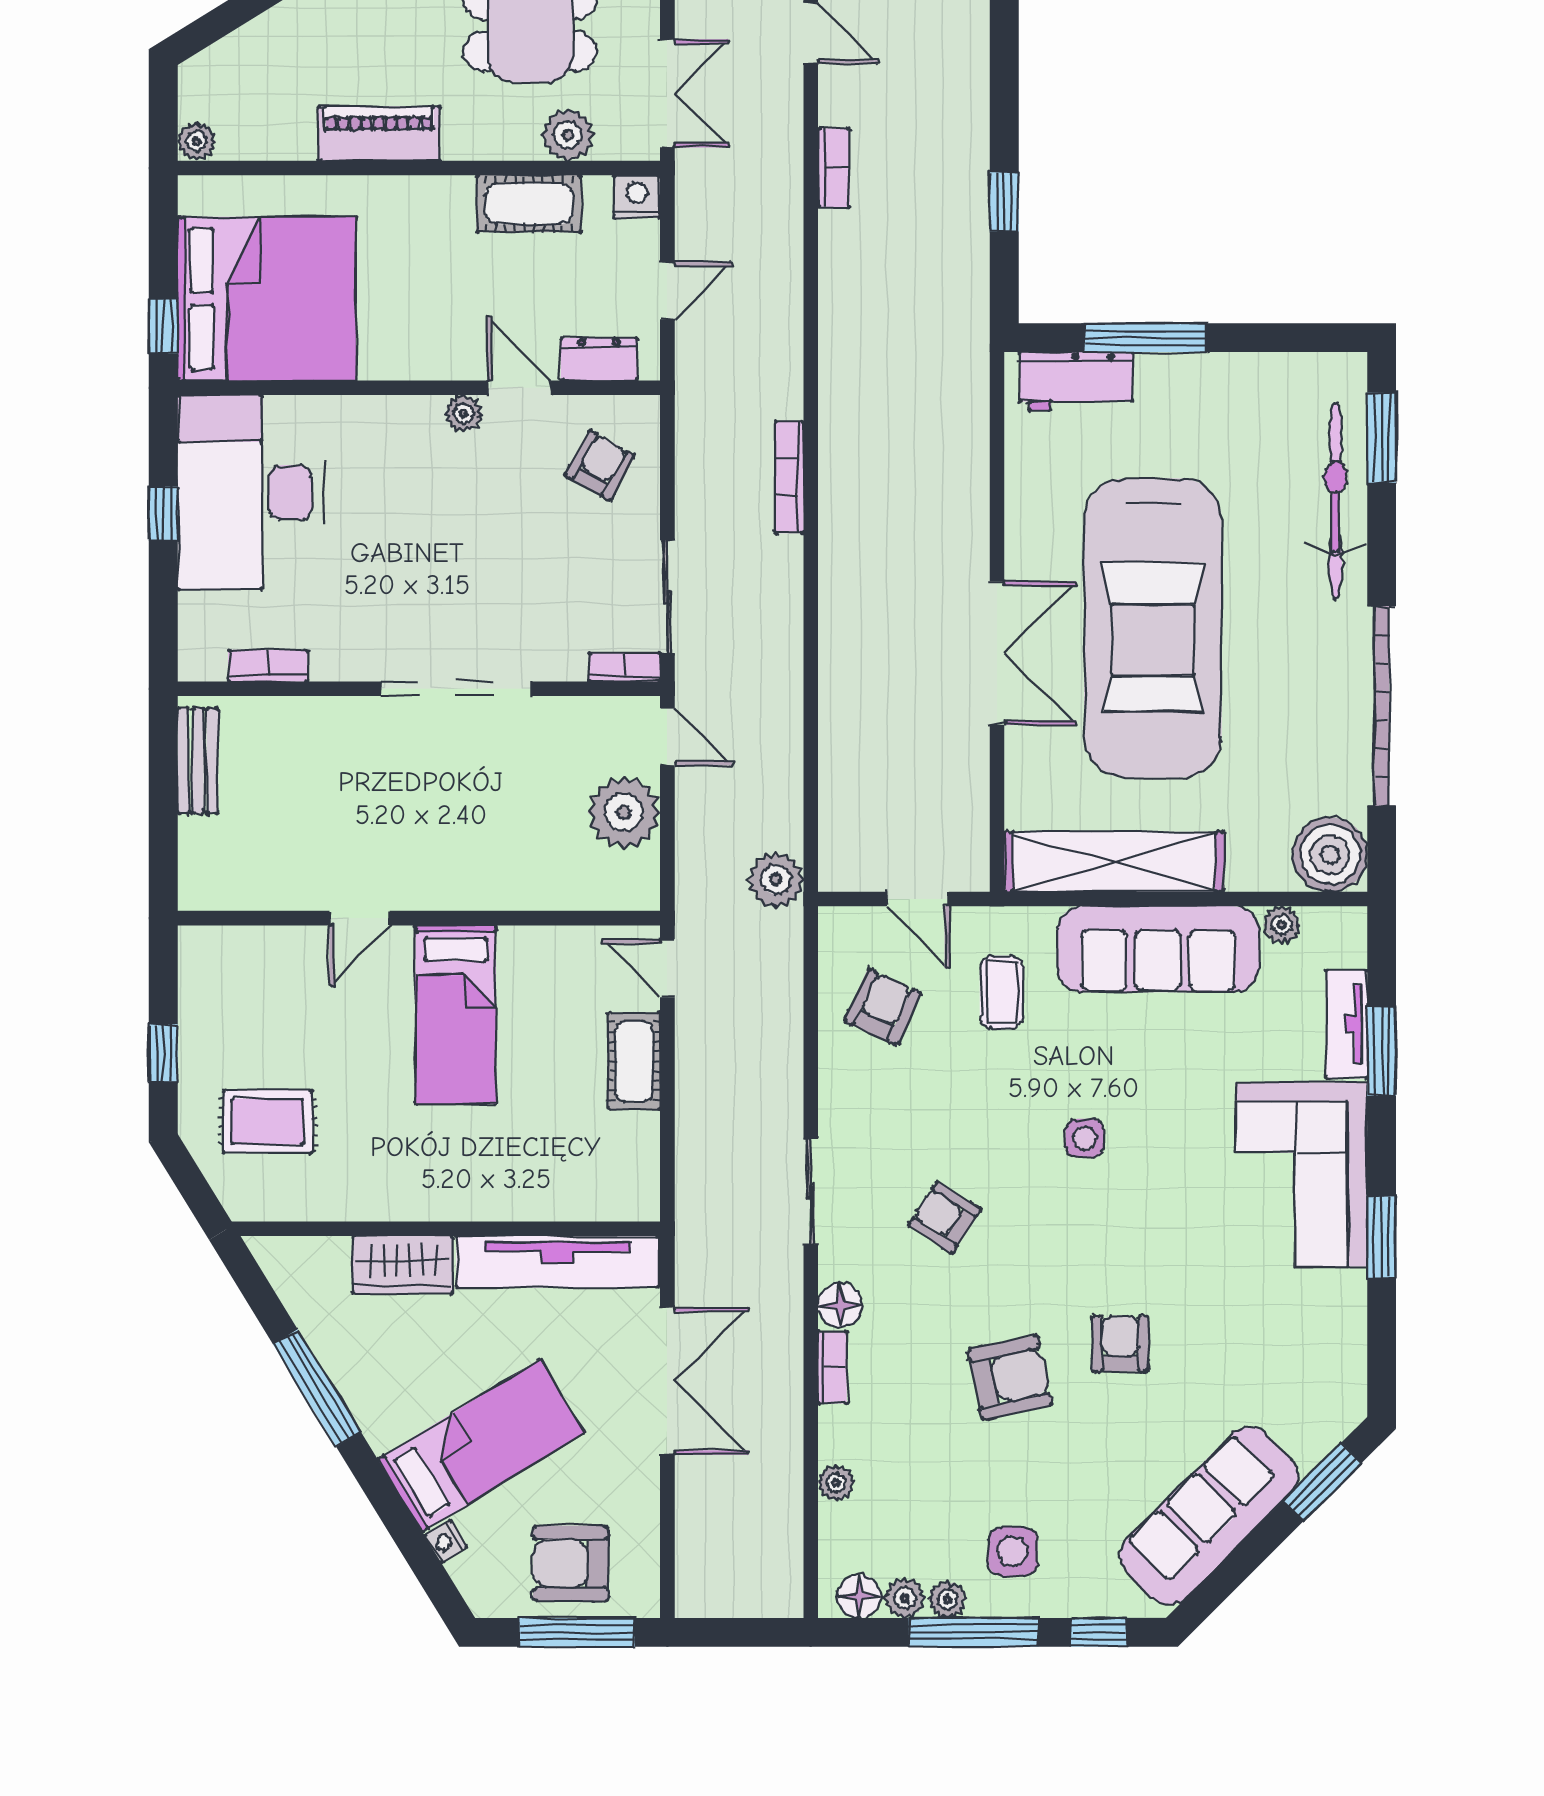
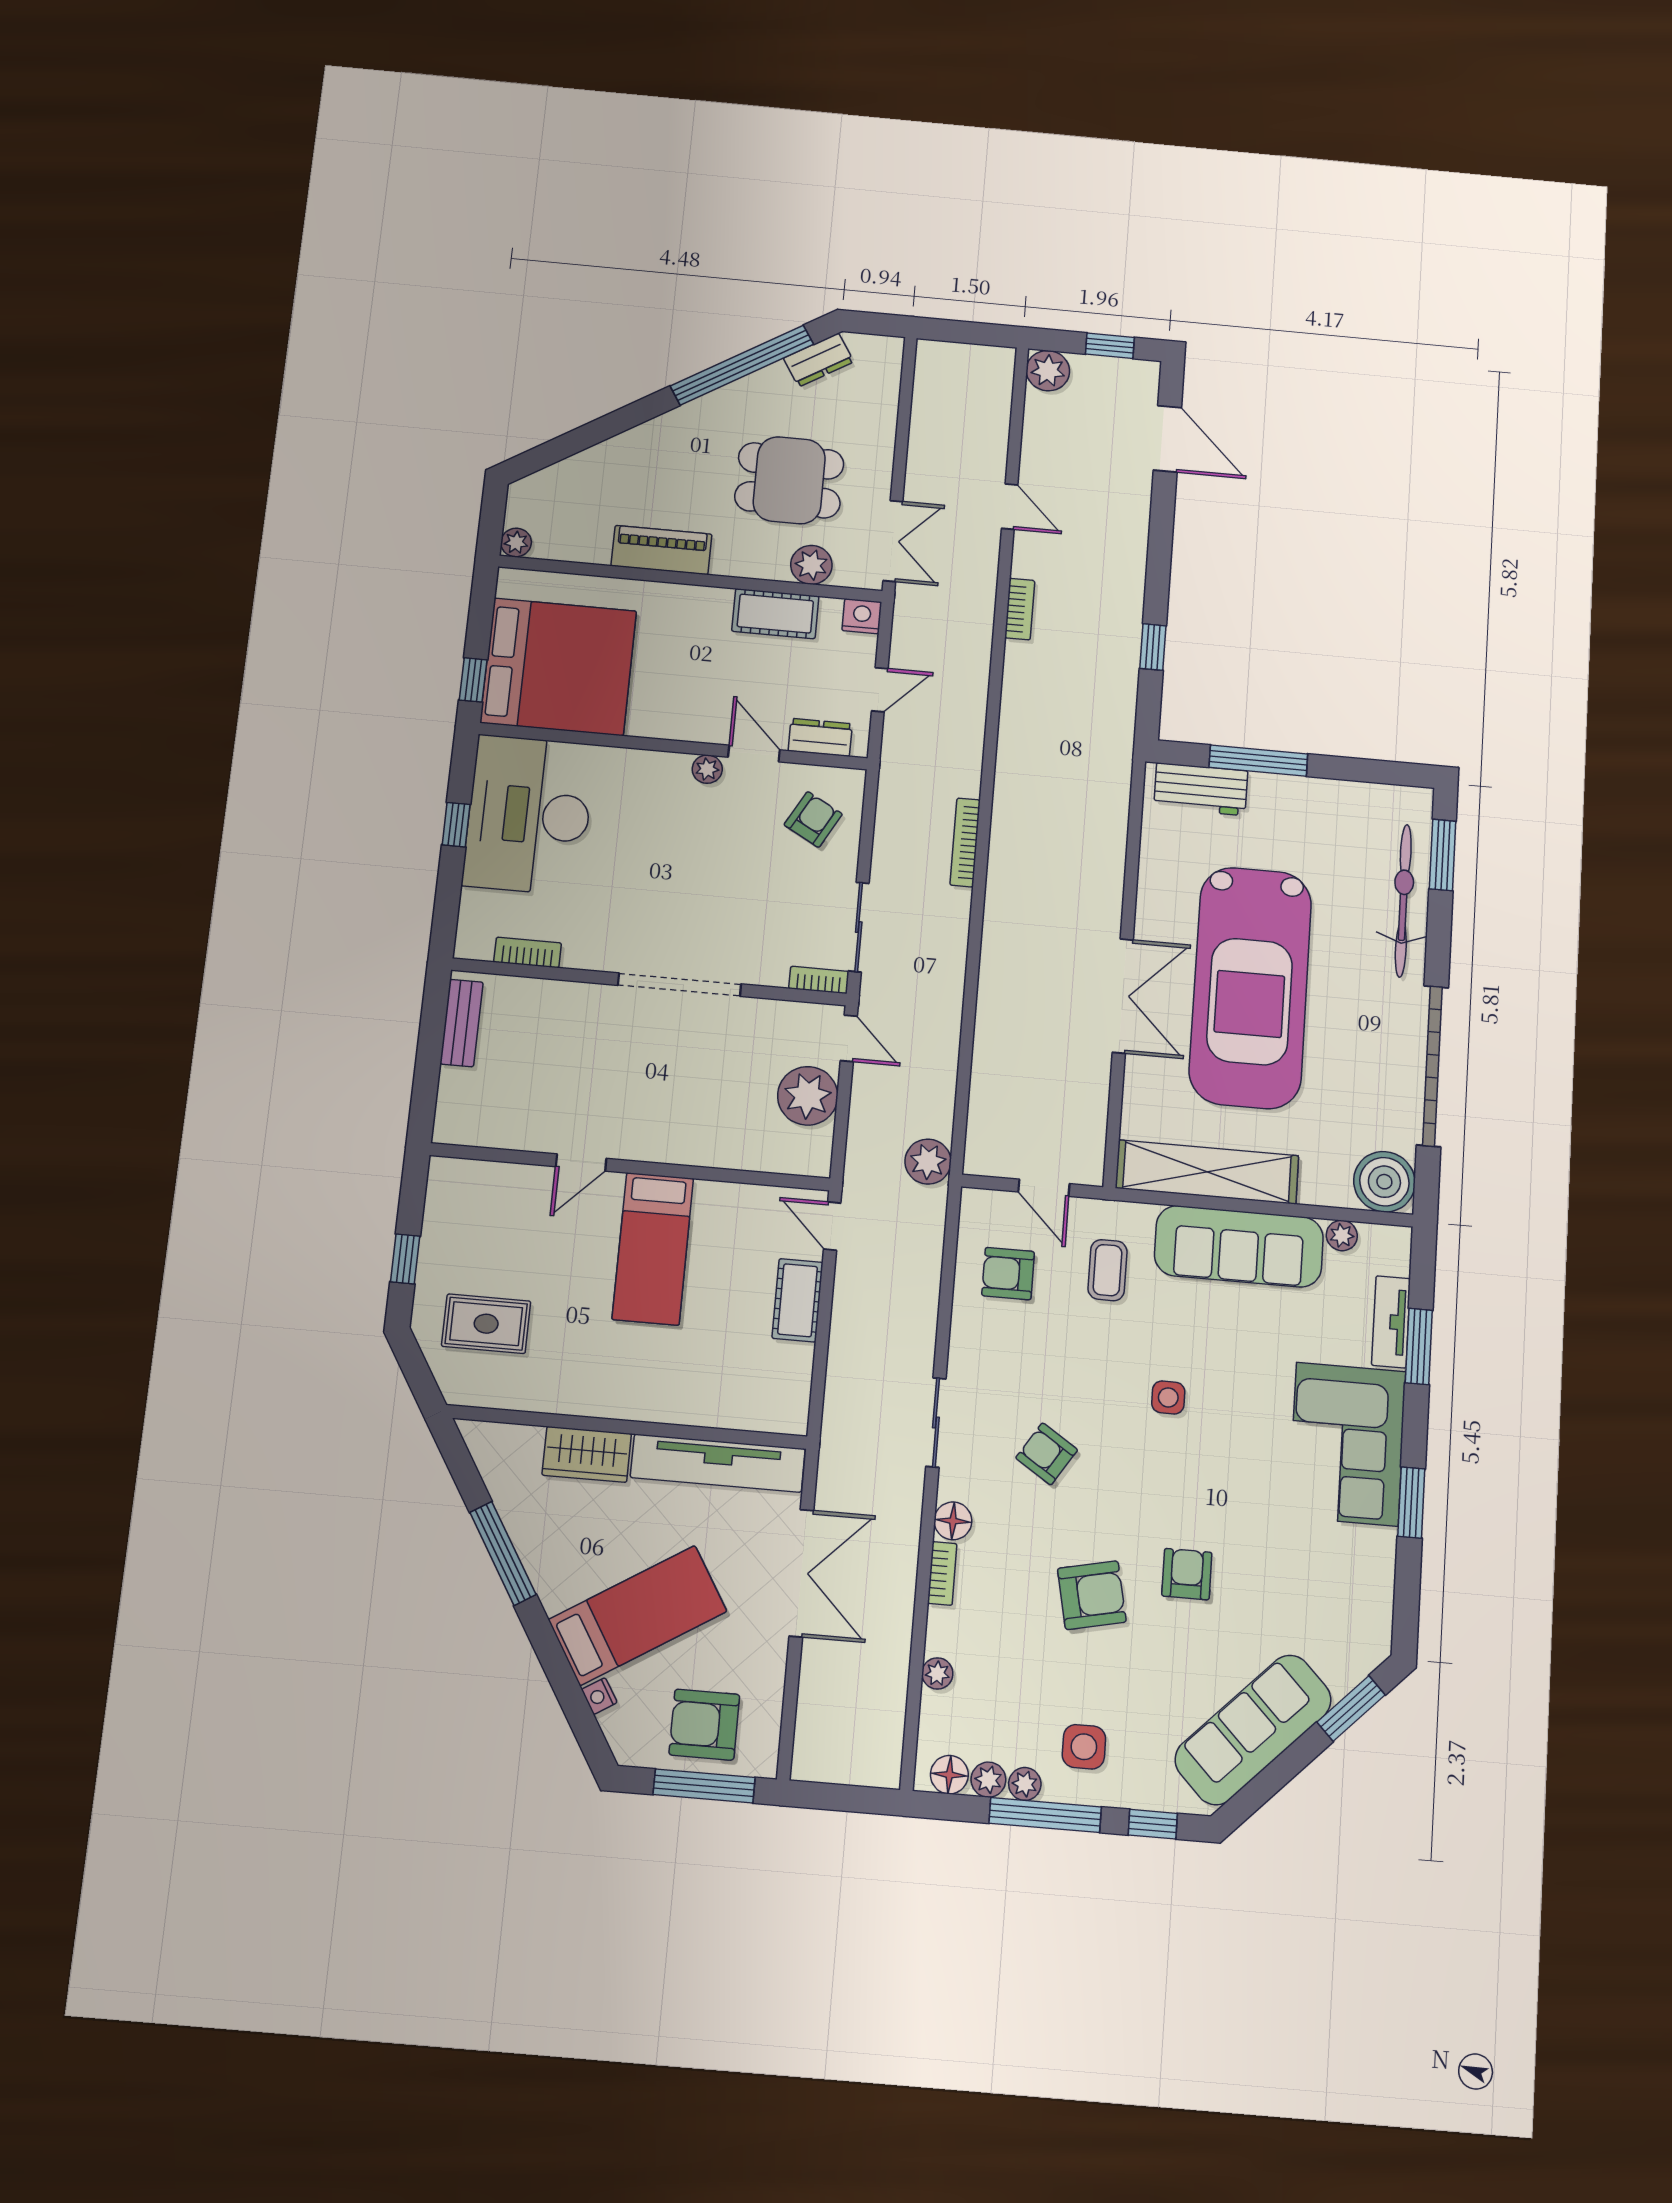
armchair: (883, 1007) -> (1008, 1274), turned -115

